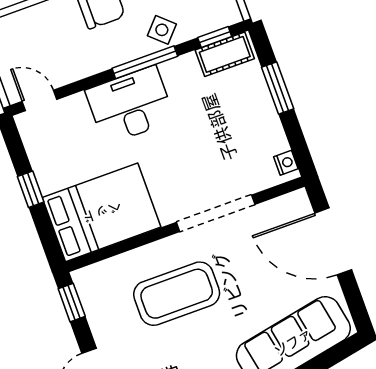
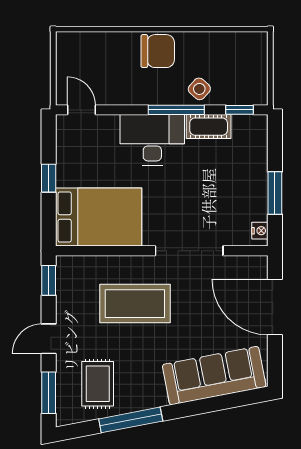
cot: (225, 54) -> (209, 127), moved
window: (278, 88) -> (275, 193), moved

